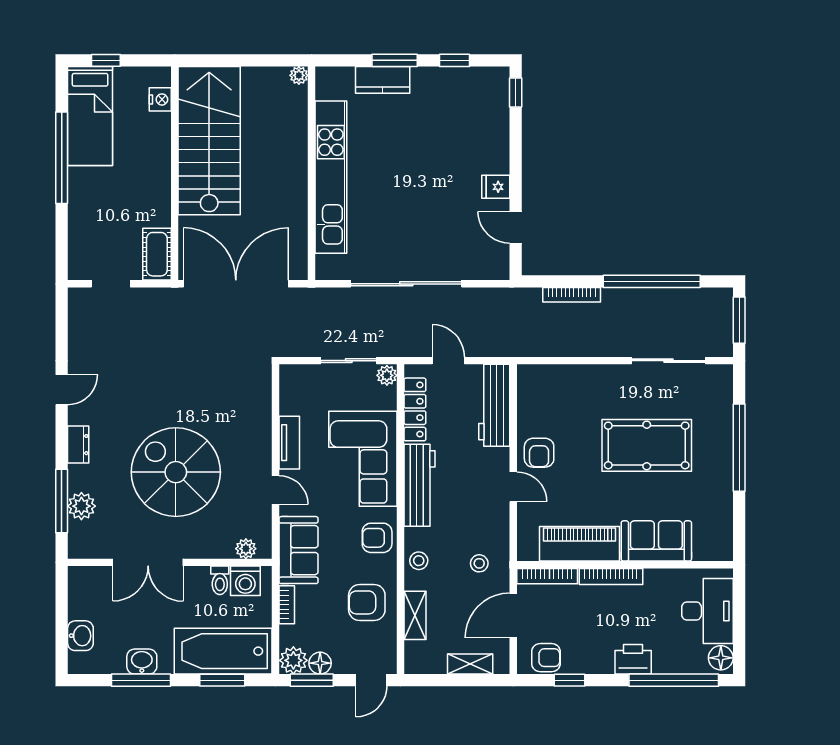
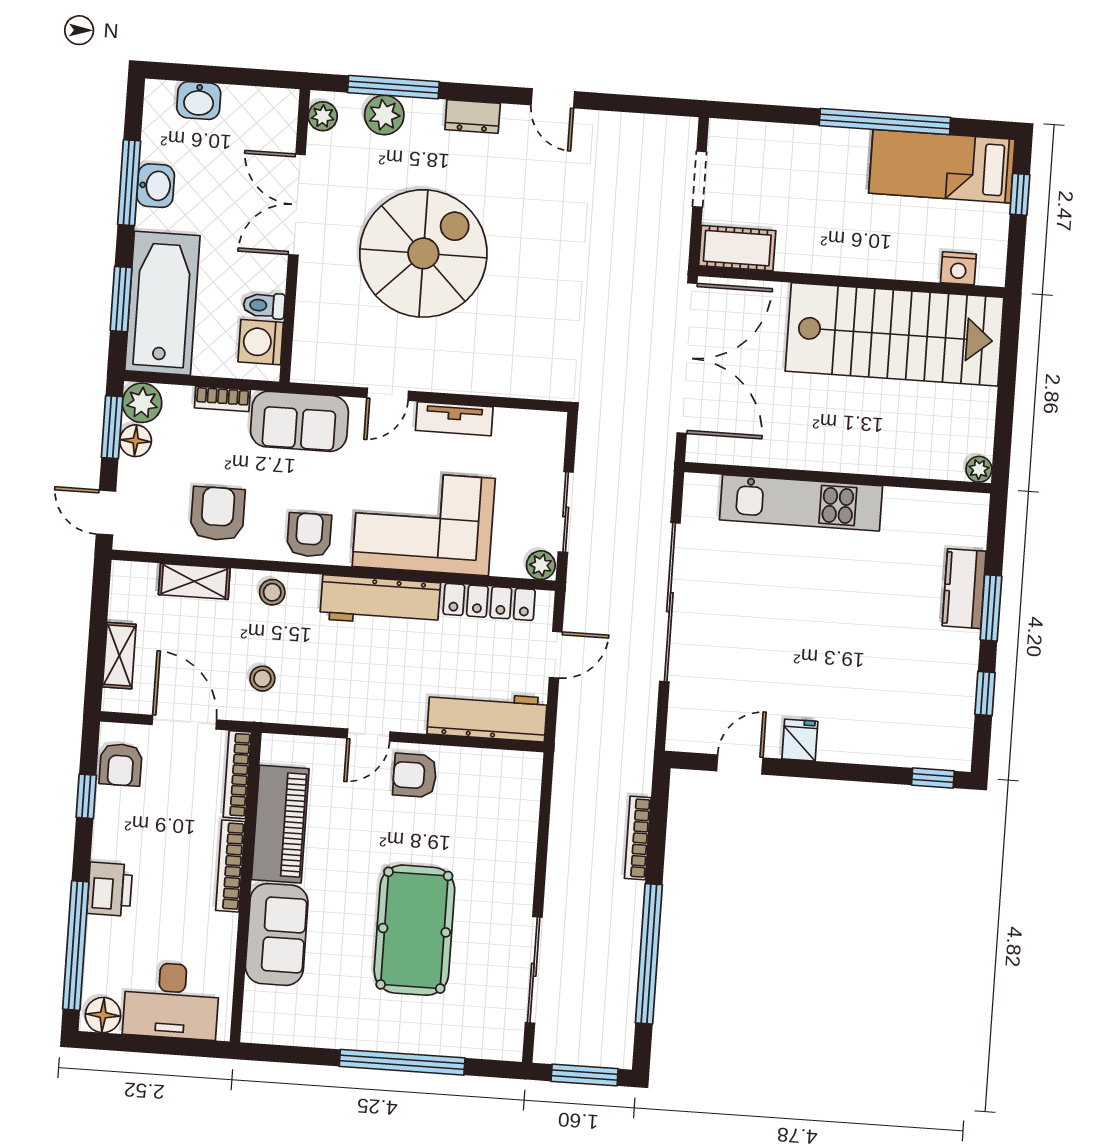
kitchen unit: (331, 177) -> (801, 503), width x0.73
plant: (246, 549) -> (323, 116), moved

